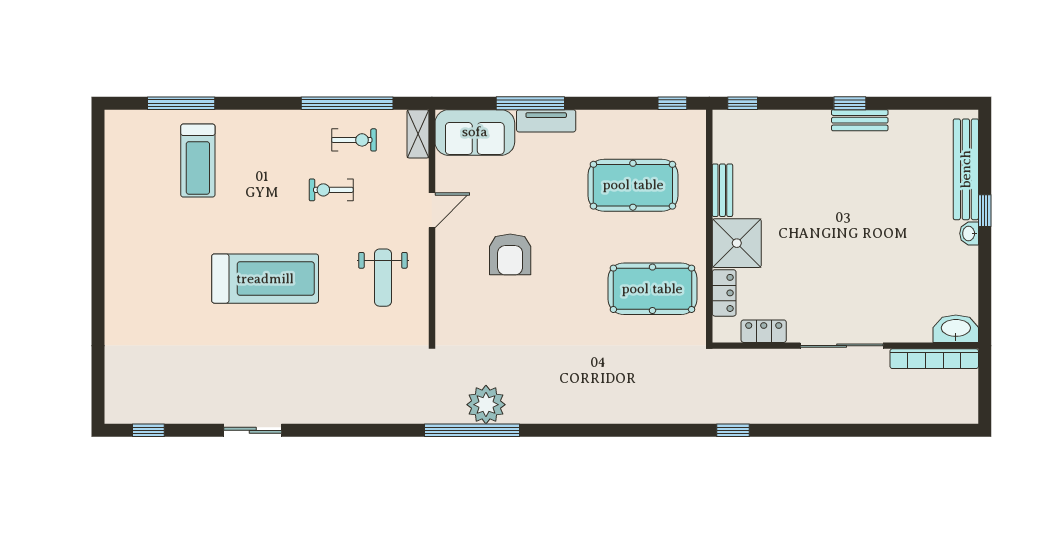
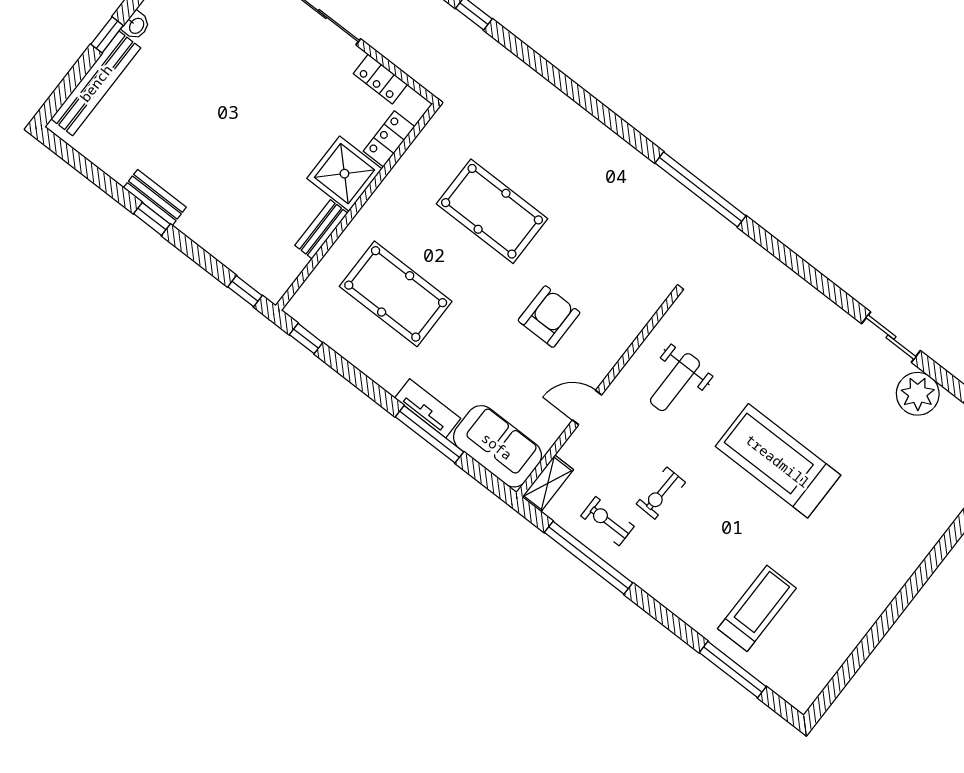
exercise bike: (331, 190) -> (661, 493), turned 92
weight bench: (383, 278) -> (675, 382), turned 180
pool table: (652, 289) -> (492, 211), moved
plant: (486, 405) -> (918, 394), moved

